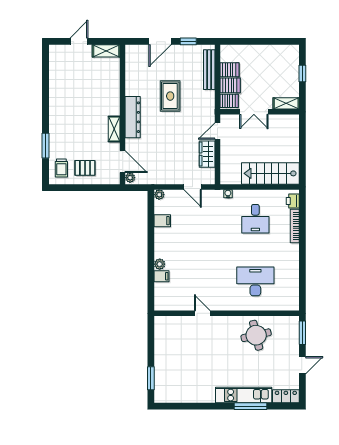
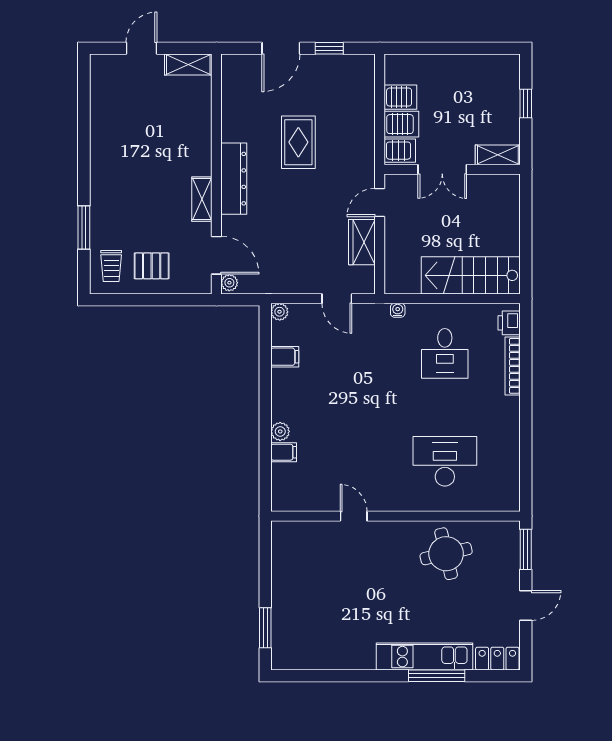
bench: (209, 70) -> (365, 97), removed

